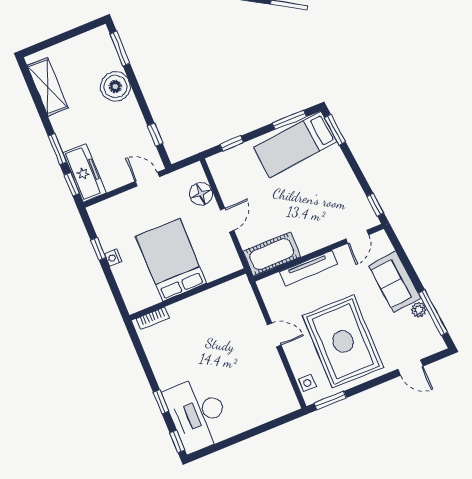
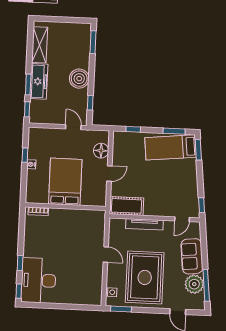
boiler: (115, 86) -> (79, 79), moved
freezer: (84, 173) -> (39, 81), moved
plant: (419, 310) -> (194, 284), width x1.88, depth x1.88

